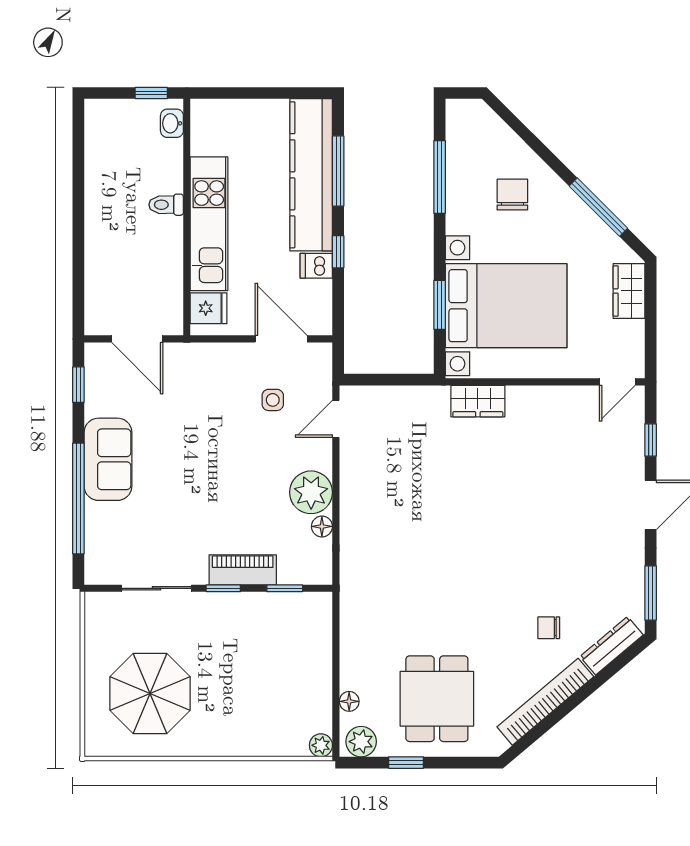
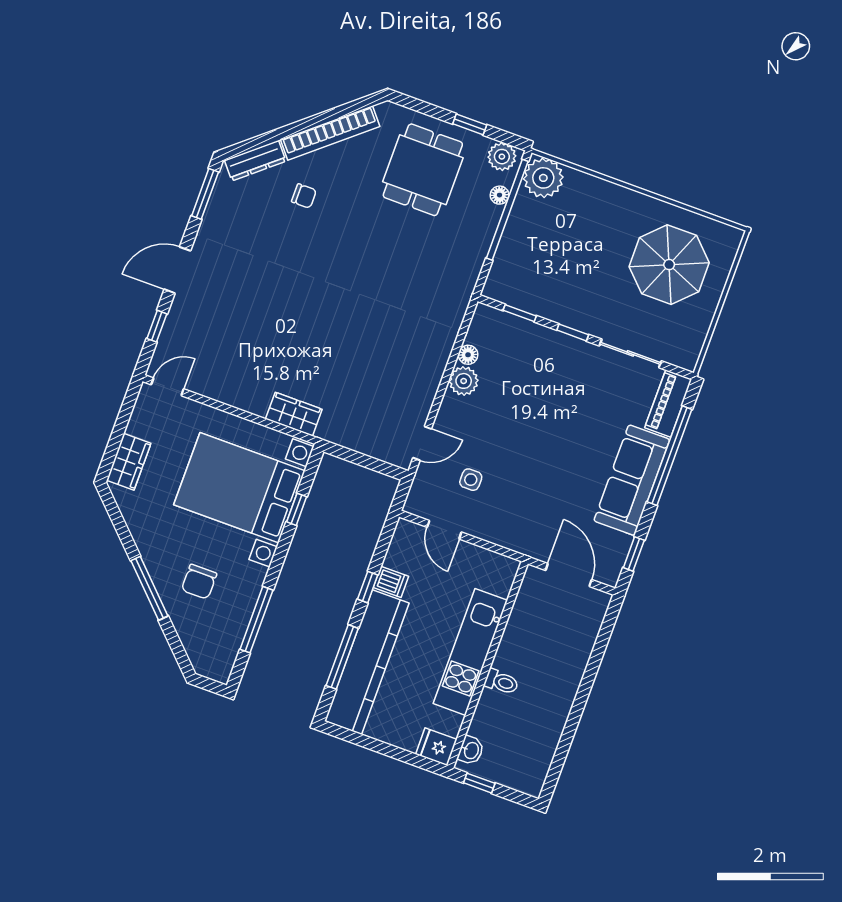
window: (598, 207) -> (149, 588), moved
window: (440, 305) -> (297, 509), width x0.67
fridge: (209, 308) -> (436, 747), moved
door: (281, 339) -> (444, 530), width x0.73
sofa: (108, 459) -> (632, 480), width x1.36
plant: (311, 492) -> (464, 381), width x0.73, depth x0.73
piano: (243, 570) -> (668, 403), moved, turned 90
window: (336, 689) -> (507, 210), added
plant: (321, 745) -> (543, 178), width x1.87, depth x1.87

